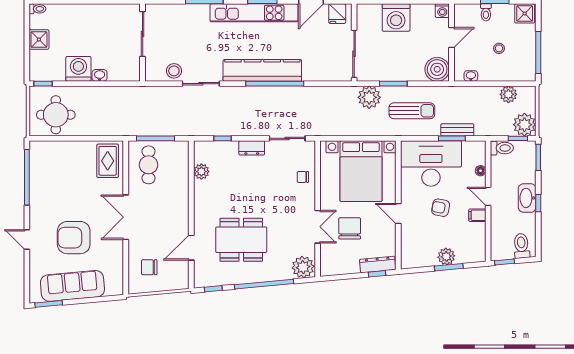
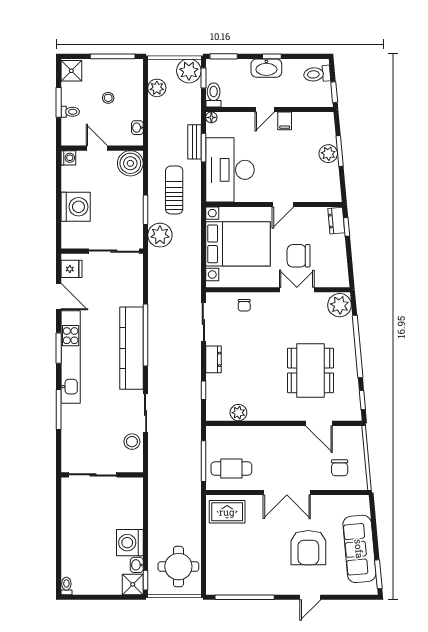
shower: (39, 40) -> (133, 584), moved
washbasin: (100, 75) -> (137, 565), moved
floor lamp: (481, 171) -> (211, 117), moved
armchair: (441, 208) -> (277, 160), removed
dresser: (378, 265) -> (336, 221), width x0.70

